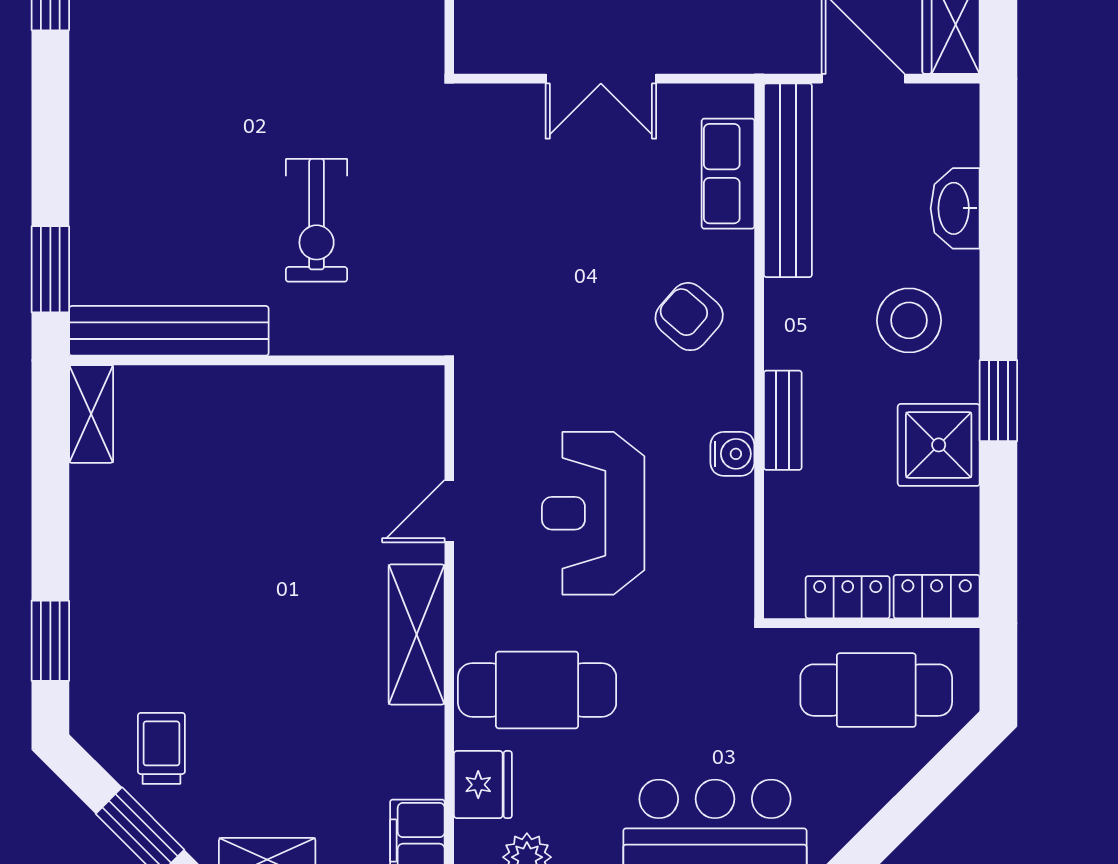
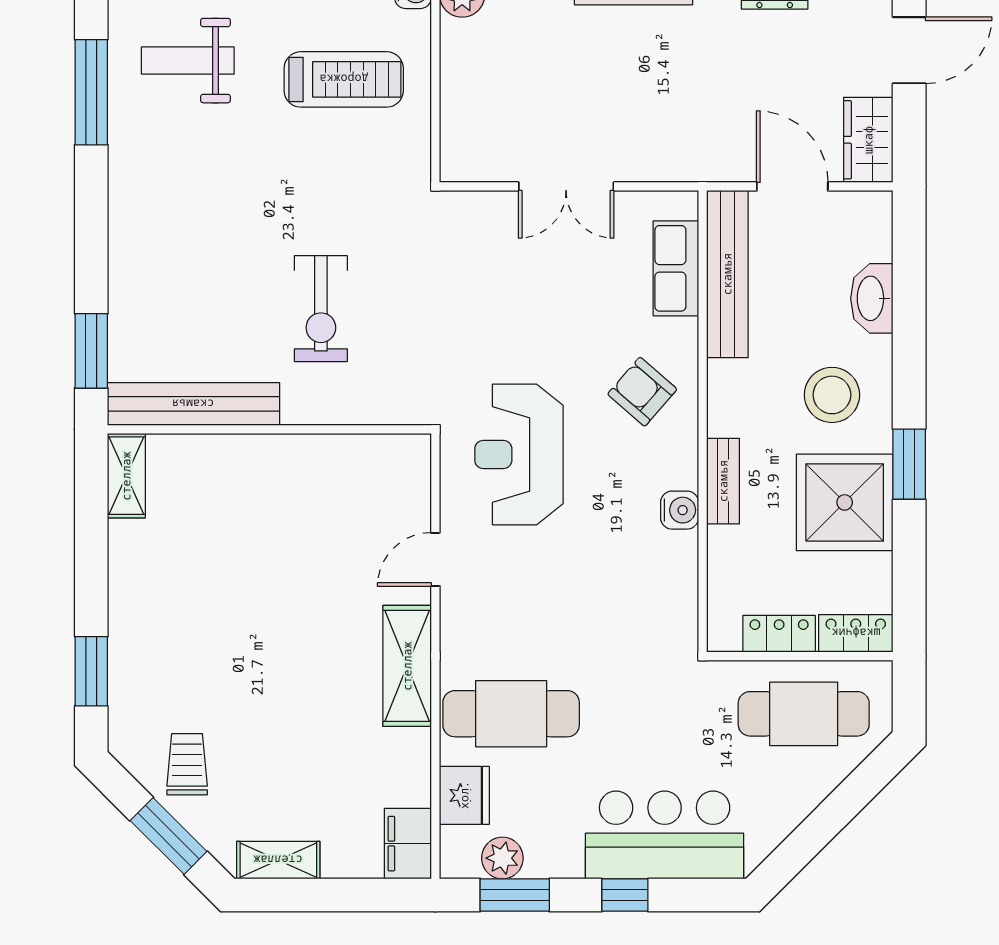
shower: (939, 445) -> (845, 502), width x1.37, depth x1.37
reception desk: (593, 513) -> (519, 454), moved

